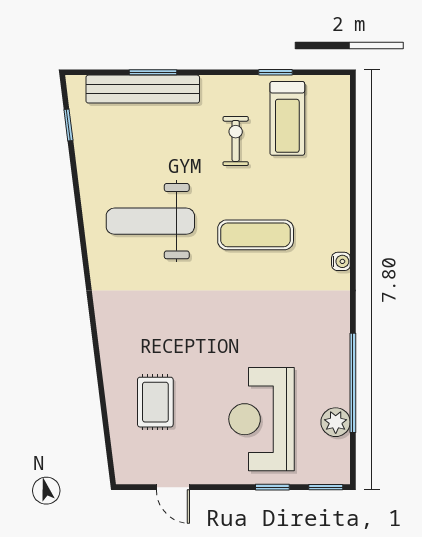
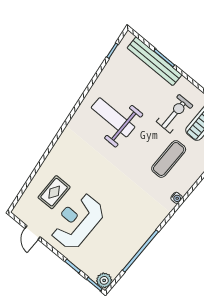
exercise bike: (236, 141) -> (175, 114), width x1.38, depth x1.39
exercise mat: (256, 235) -> (169, 159), moved, turned 90
reception desk: (262, 419) -> (77, 221), moved
plant: (336, 422) -> (104, 280), moved

